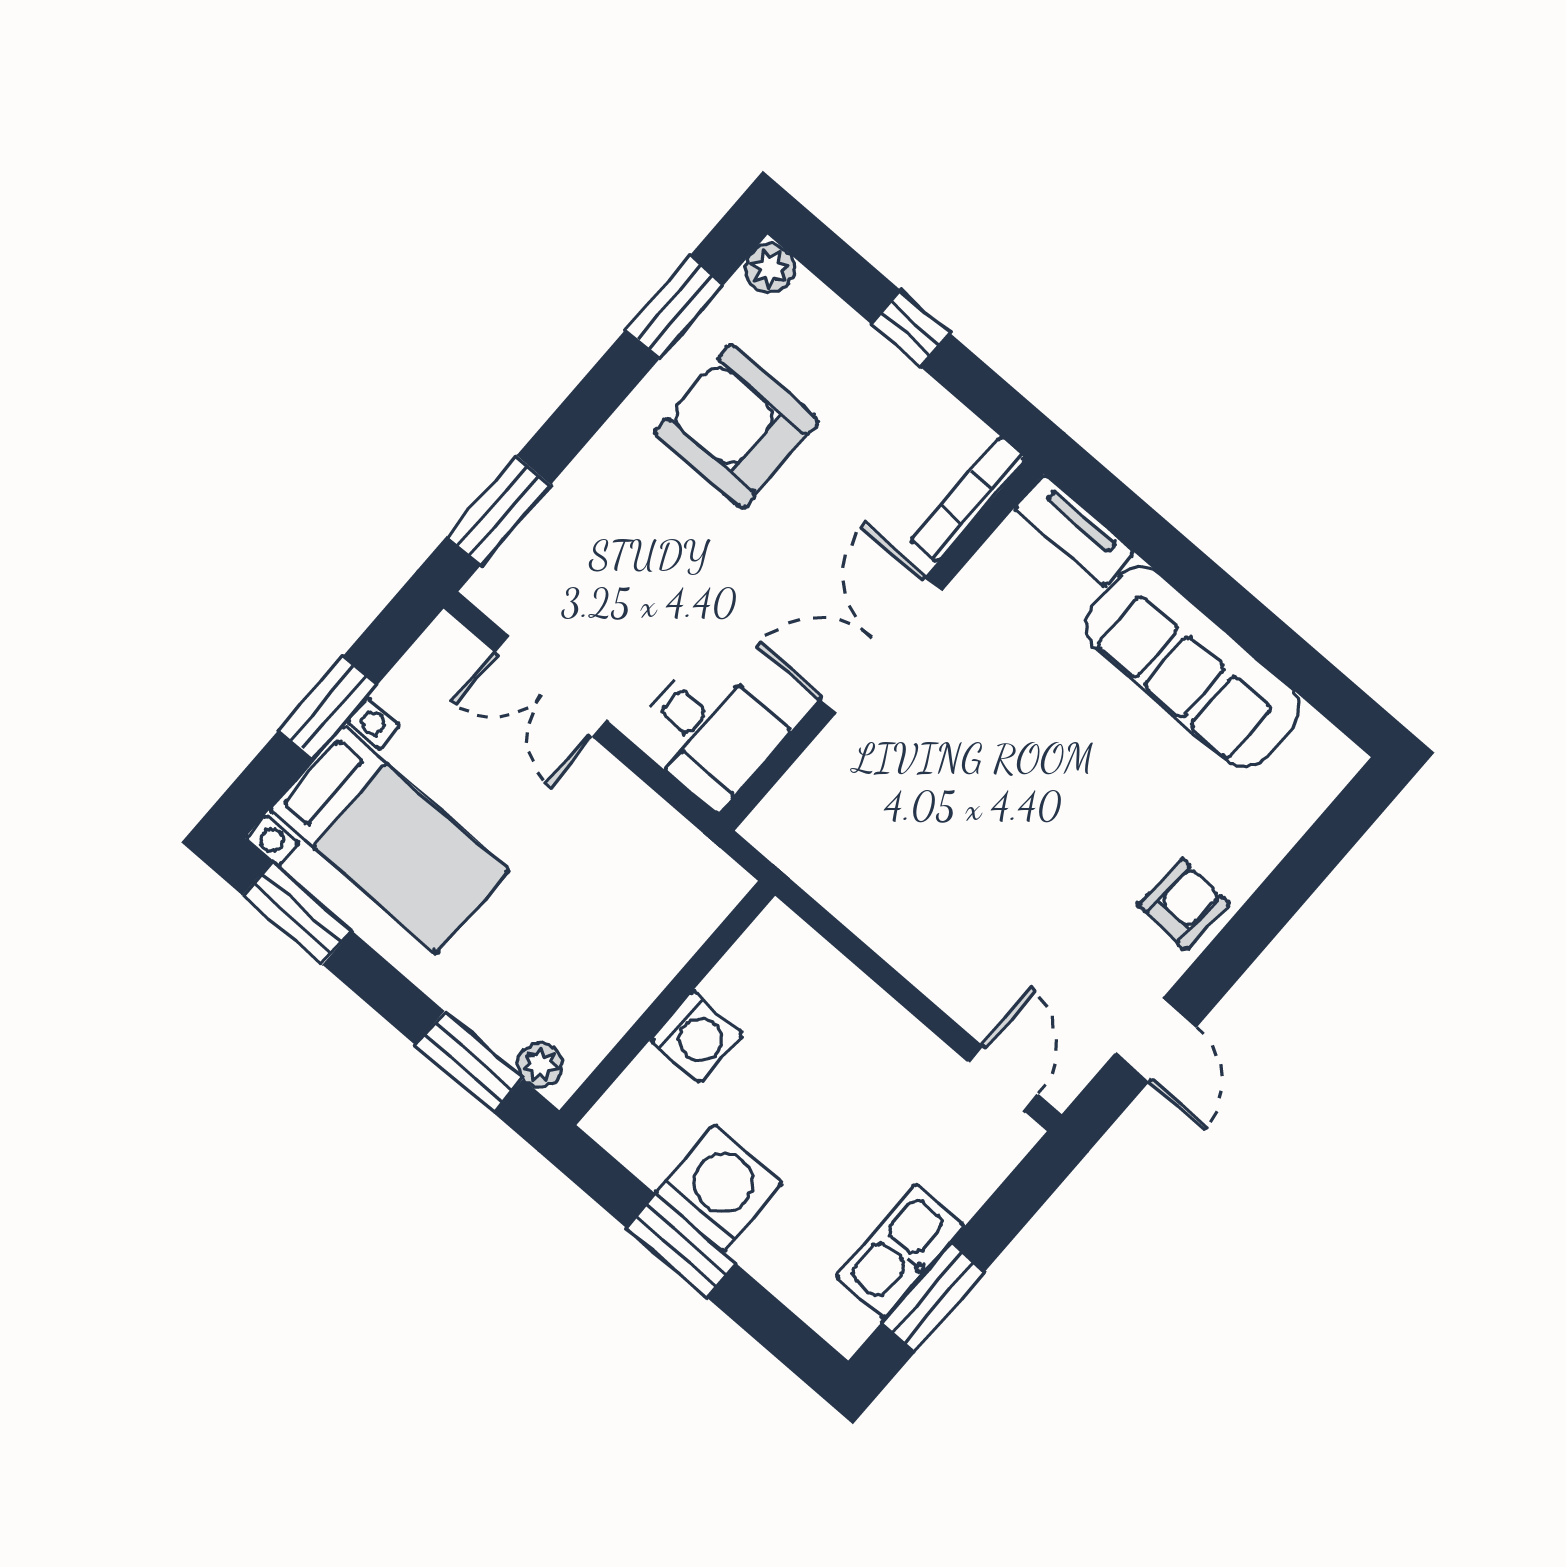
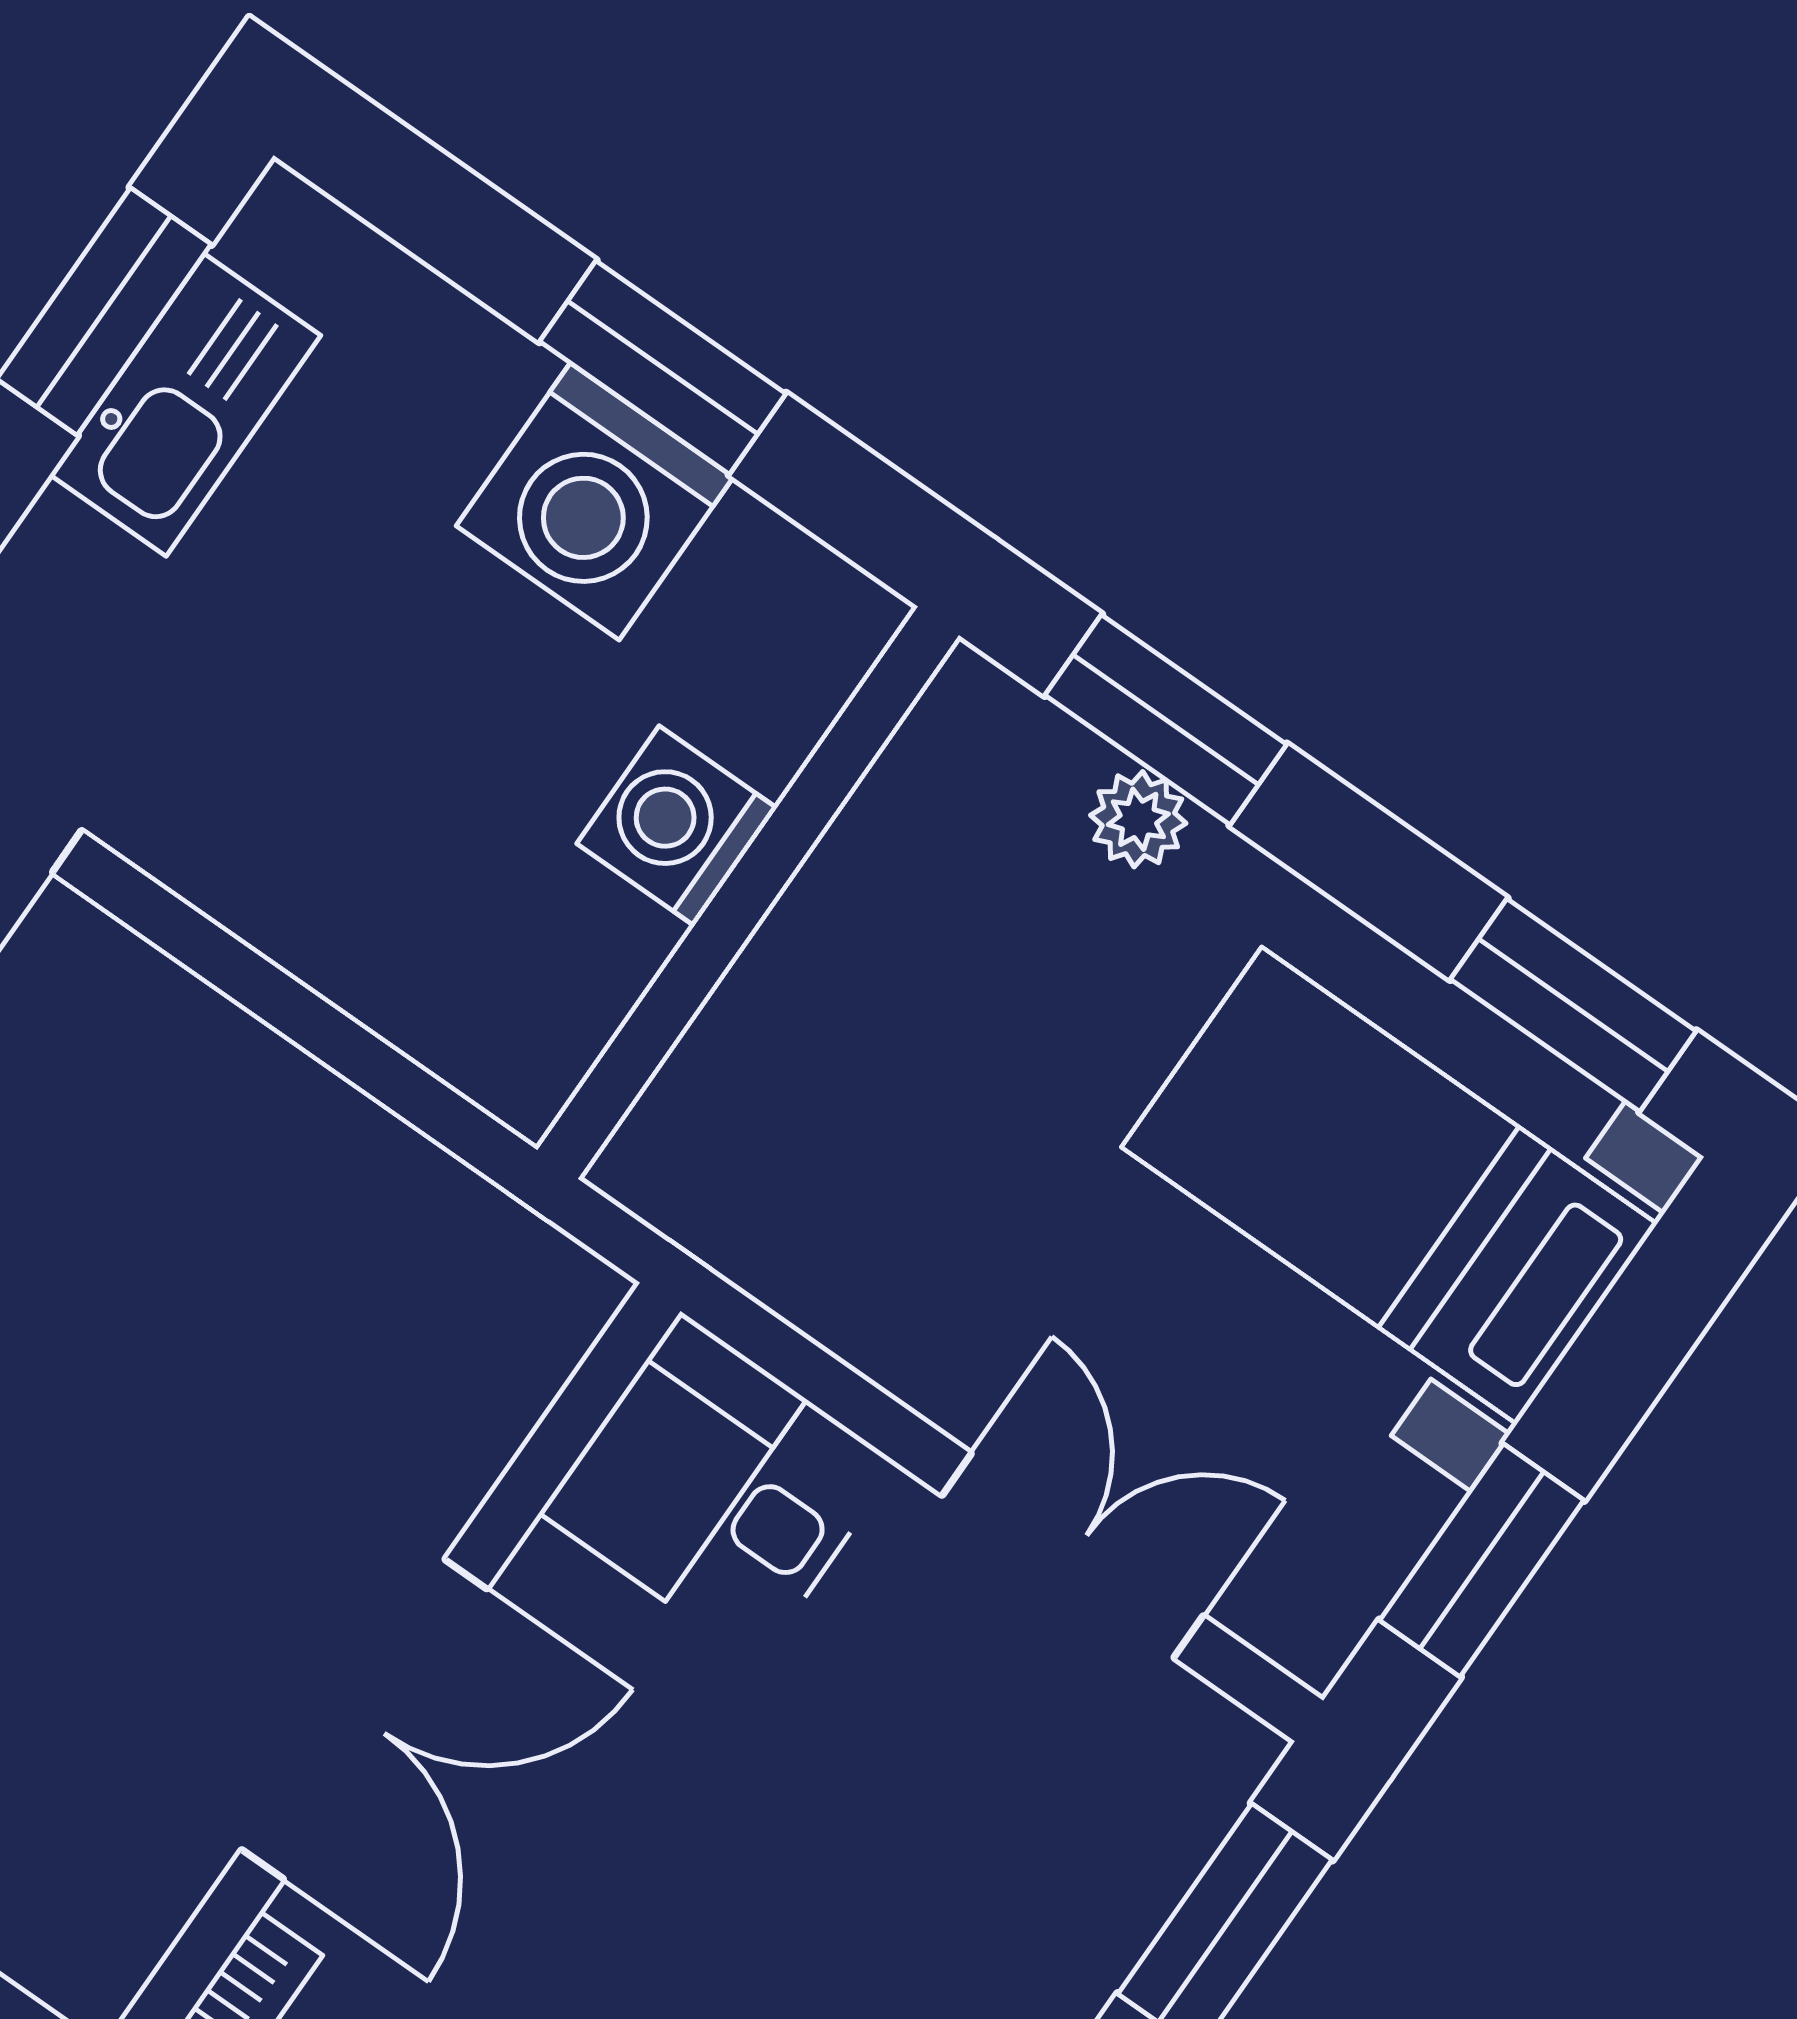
window: (328, 708) -> (1482, 1560), moved
plant: (540, 1065) -> (1138, 819), moved

